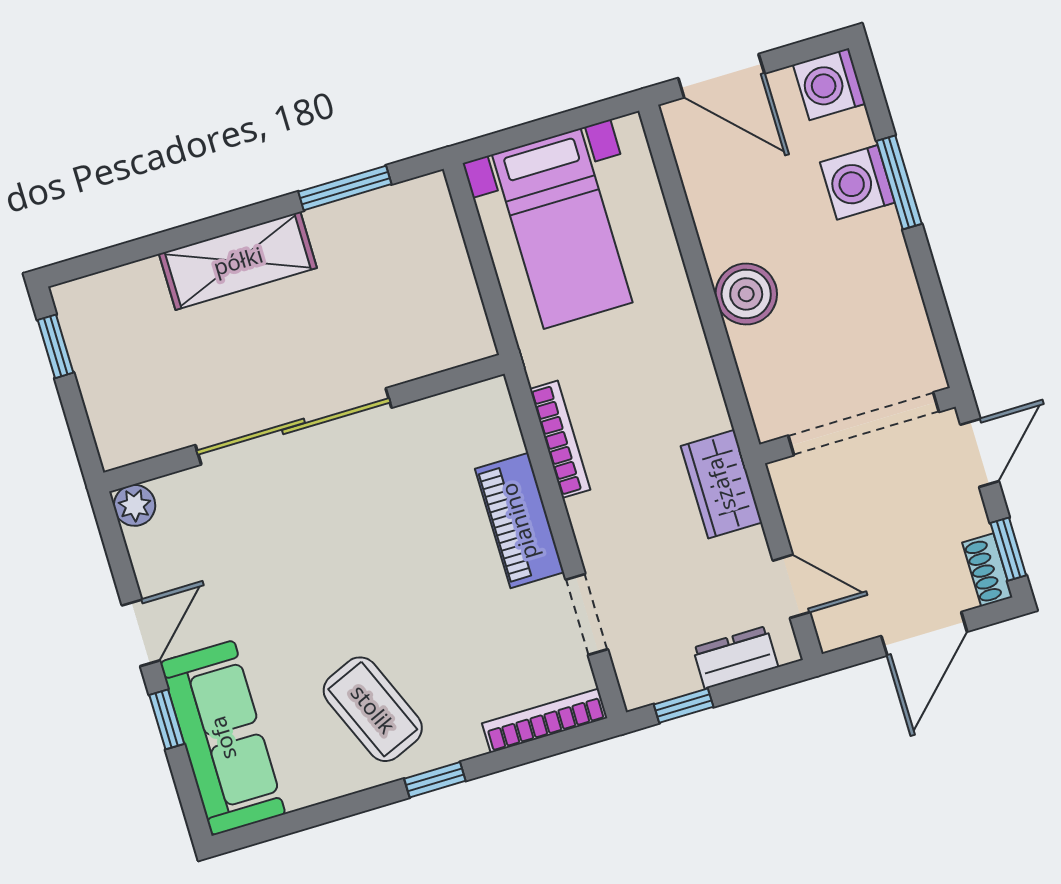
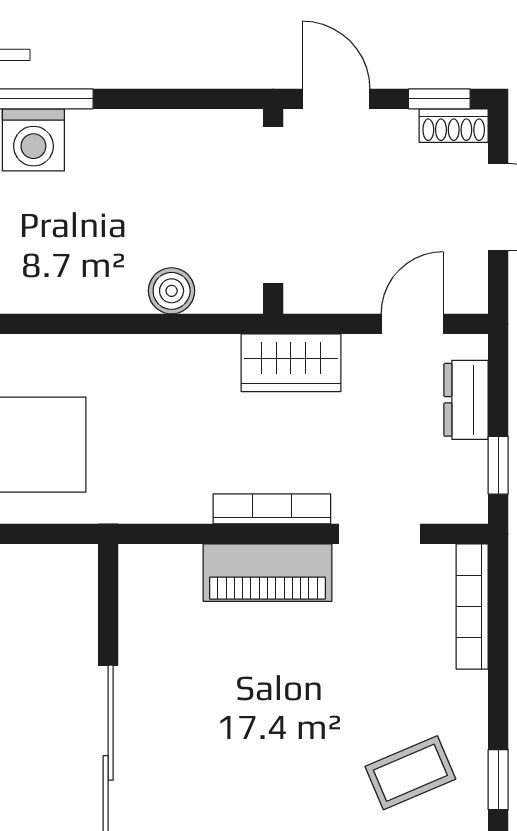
boiler: (746, 294) -> (172, 291), moved, width x0.73, depth x0.73
bookcase: (560, 439) -> (272, 509), moved
coffee table: (373, 709) -> (410, 773), width x0.73, depth x0.77
window: (435, 780) -> (498, 780), moved

